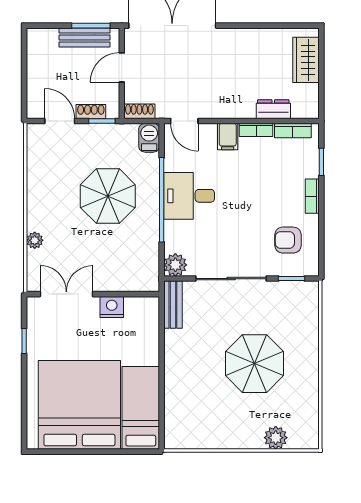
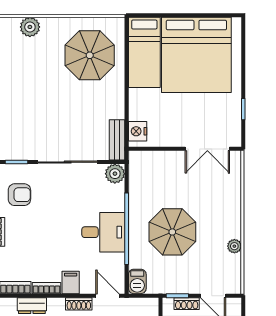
shoe rack: (139, 111) -> (79, 304), moved
plant: (35, 240) -> (234, 246), moved
nightstand: (112, 307) -> (138, 131), moved, turned 90
parasol: (255, 364) -> (90, 55), moved

